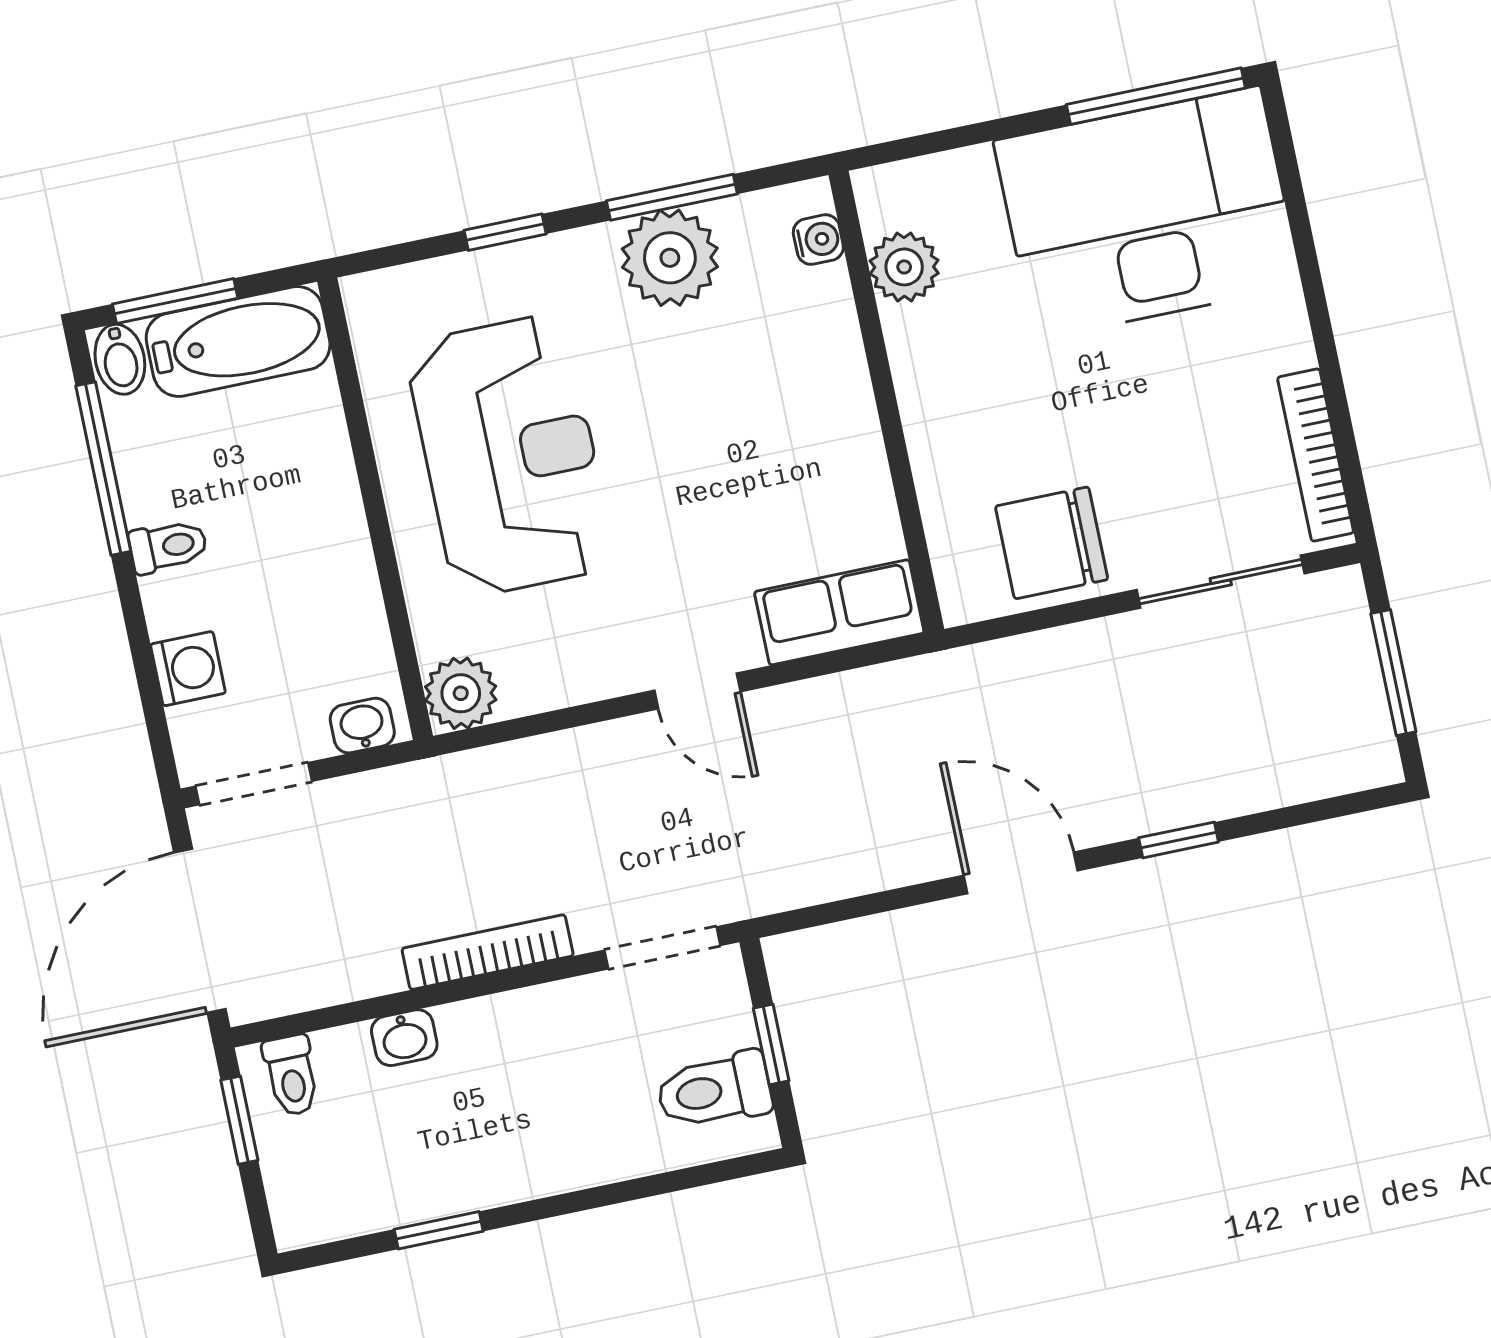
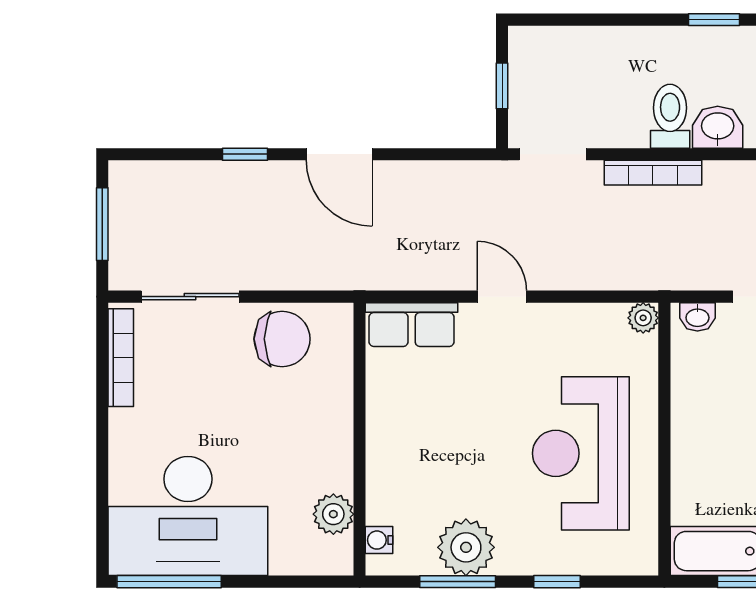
plant: (461, 693) -> (643, 318), width x0.73, depth x0.73
washbasin: (404, 1038) -> (718, 127), width x1.38, depth x1.45
toilet: (714, 1090) -> (670, 116), moved, turned -90

